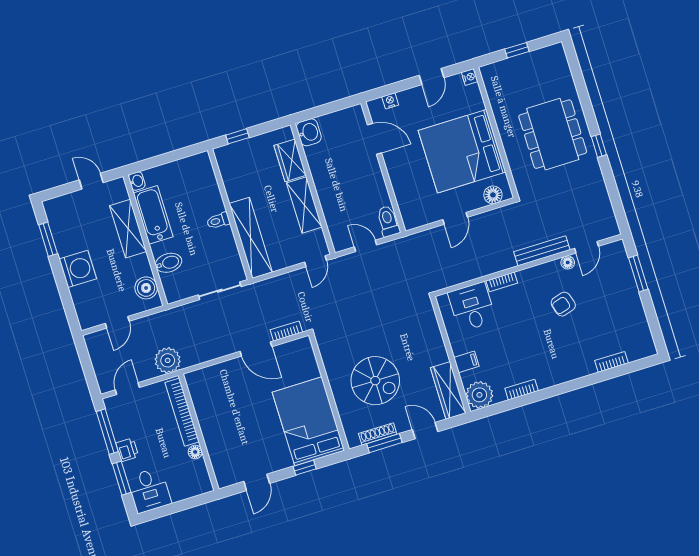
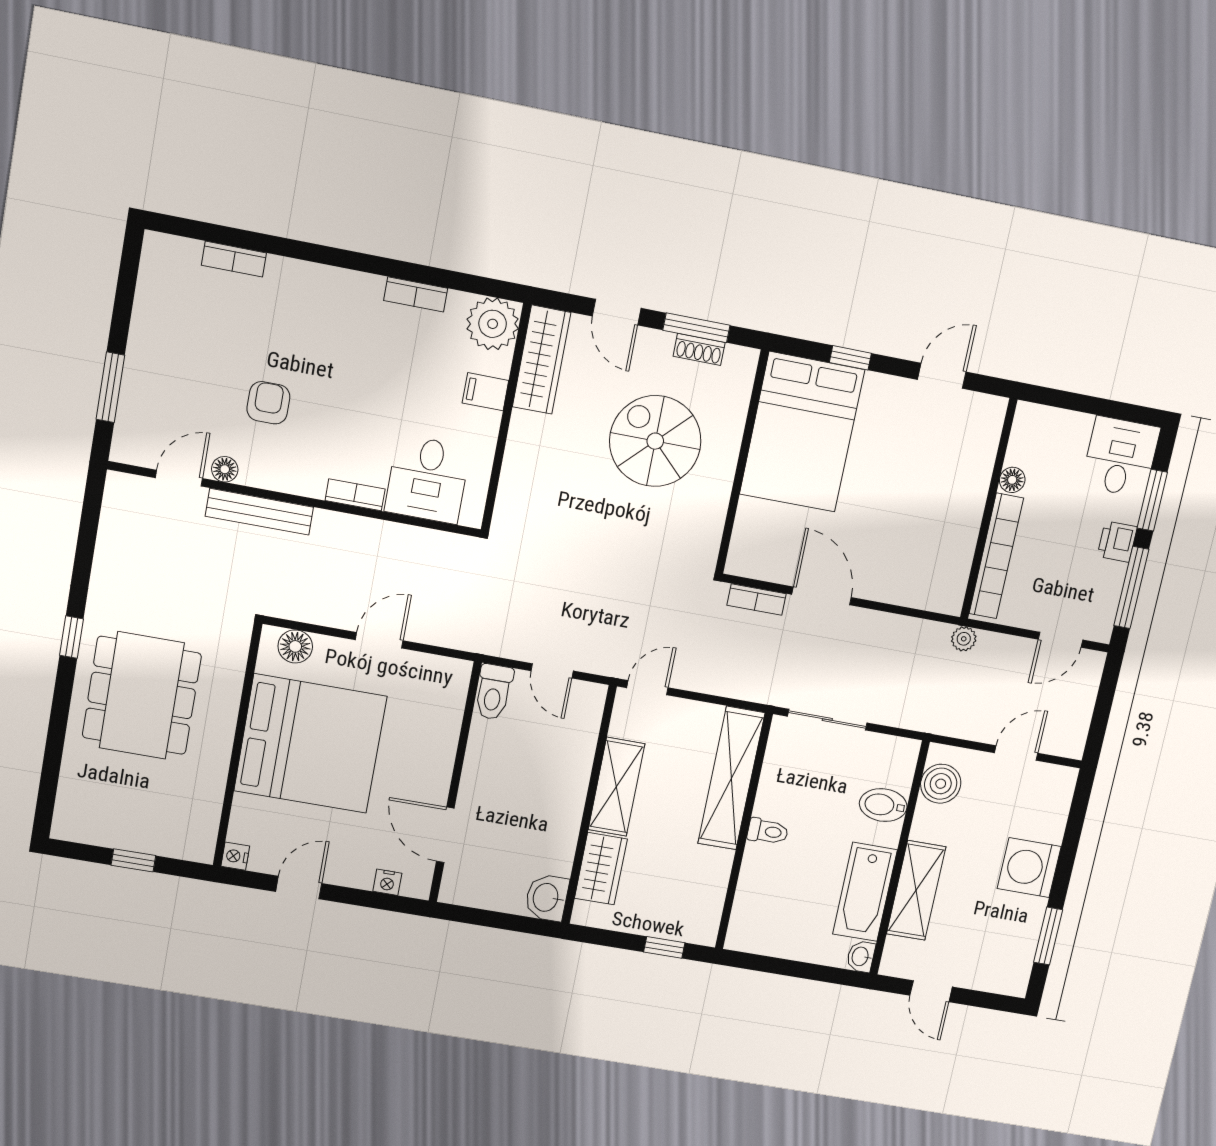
armchair: (563, 304) -> (268, 403), turned -73
plant: (168, 360) -> (964, 639), width x0.53, depth x0.53
shoe rack: (378, 434) -> (699, 349), width x0.70

